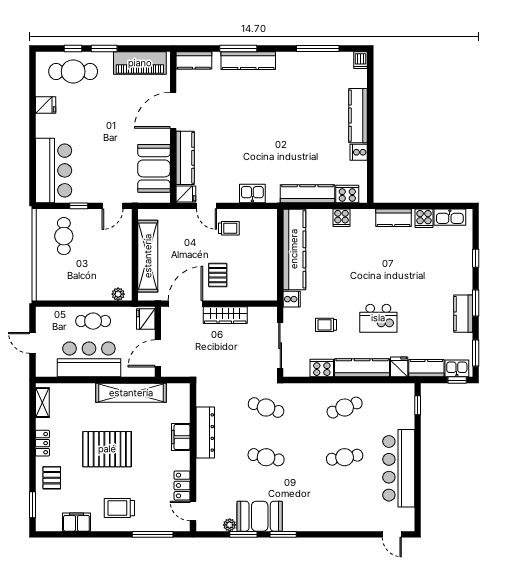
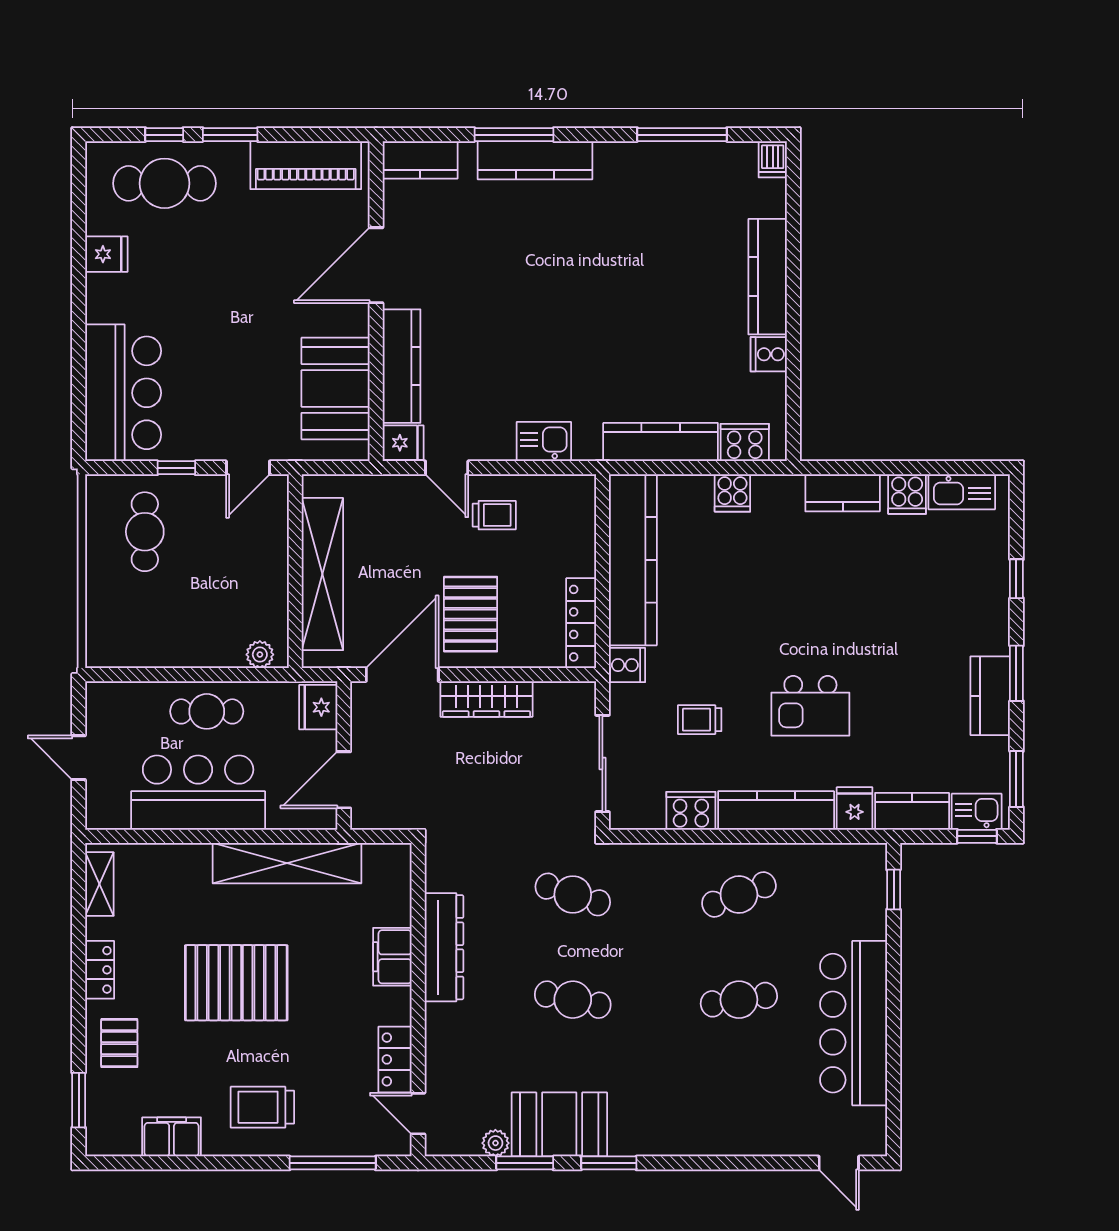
pallet: (218, 275) -> (471, 614), width x1.50, depth x1.42
locker: (270, 279) -> (581, 623), added

